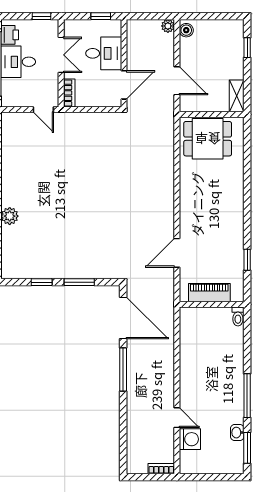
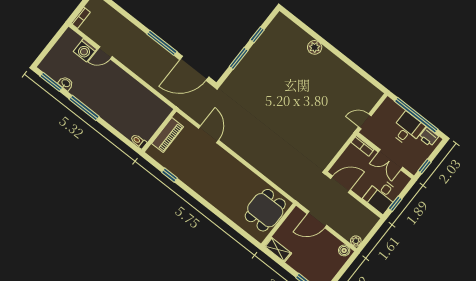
desk: (104, 53) -> (381, 196), moved
door: (124, 85) -> (340, 184), swing flipped

